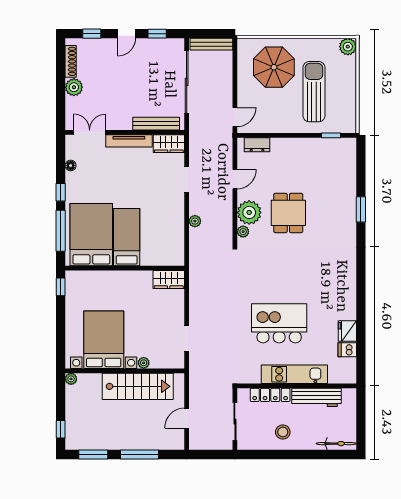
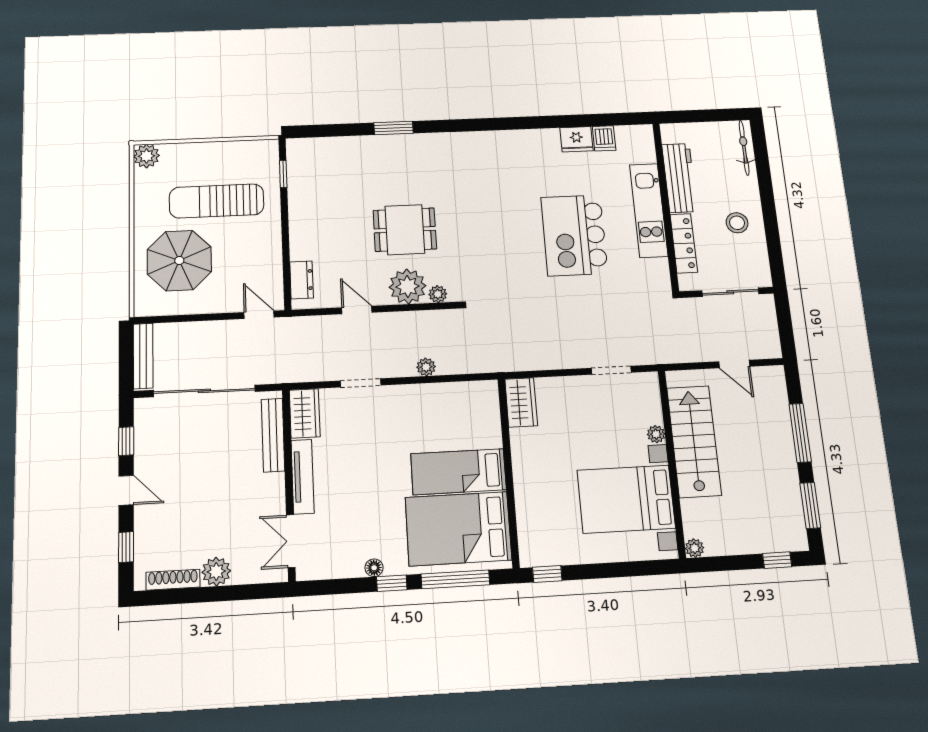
floor lamp: (71, 166) -> (374, 568), moved

